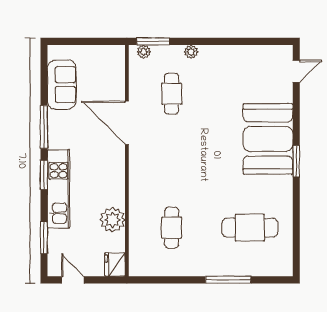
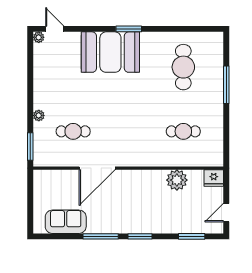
plant: (144, 52) -> (39, 37), moved
kitchen unit: (58, 189) -> (151, 224), removed

